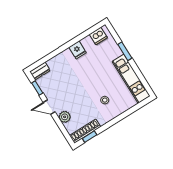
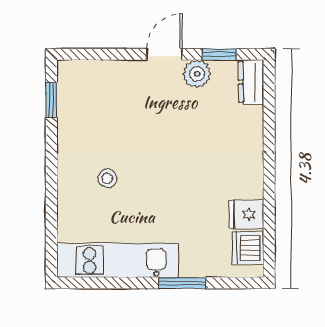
fridge: (78, 50) -> (246, 215), moved
plant: (65, 117) -> (197, 74), moved
shoe rack: (85, 131) -> (69, 98), removed

